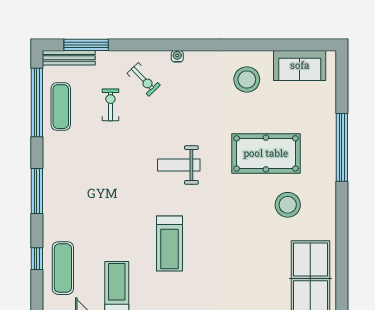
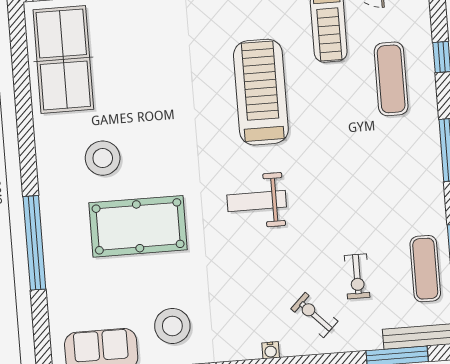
weight bench: (179, 165) -> (257, 201), turned 180
treadmill: (169, 244) -> (261, 92), width x1.37, depth x1.38
exercise mat: (63, 268) -> (391, 79), moved

